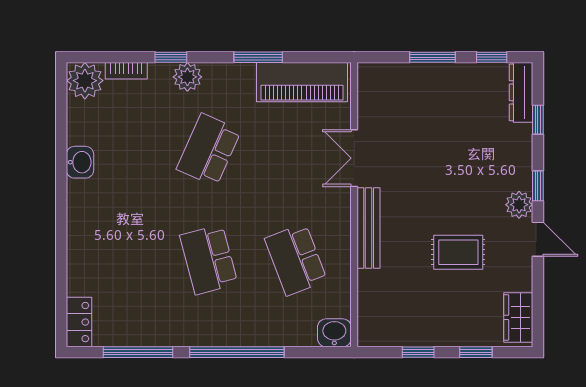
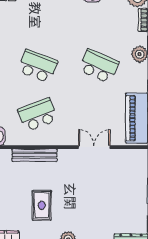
bench: (369, 228) -> (35, 155), moved
school desk: (209, 260) -> (38, 66), turned 36

